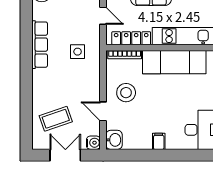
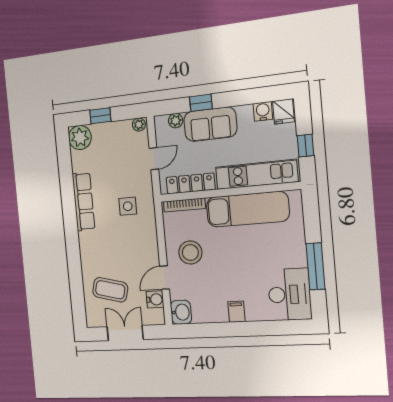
door: (103, 16) -> (154, 159), hinge flipped
door: (103, 111) -> (165, 278), hinge flipped
coffee table: (56, 119) -> (110, 290), turned 33
water cooler: (93, 143) -> (155, 299), moved

